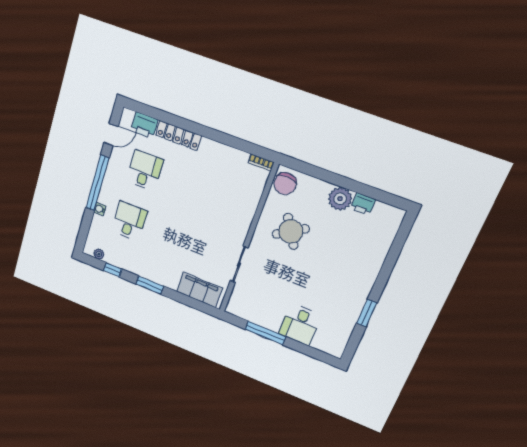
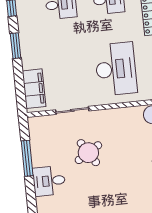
desk: (218, 199) -> (116, 69), added
round table: (291, 231) -> (88, 153), moved

